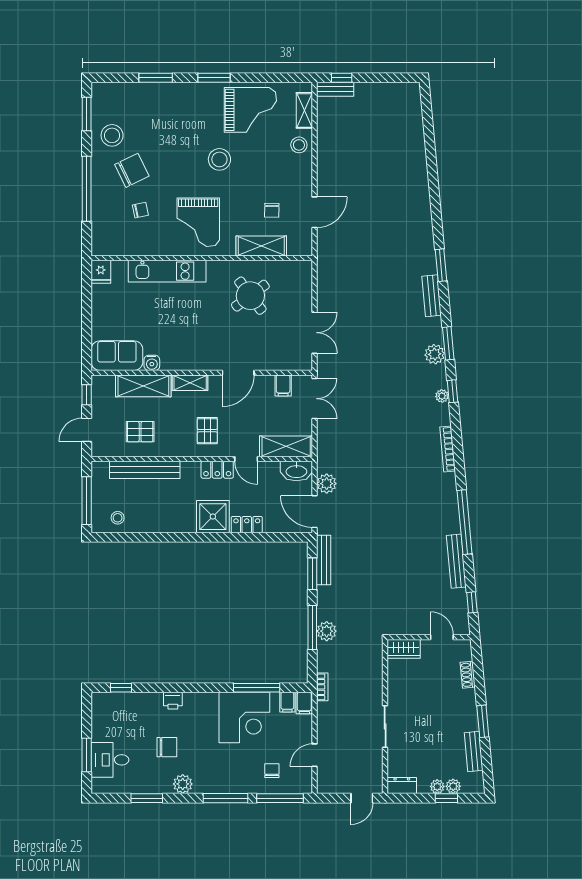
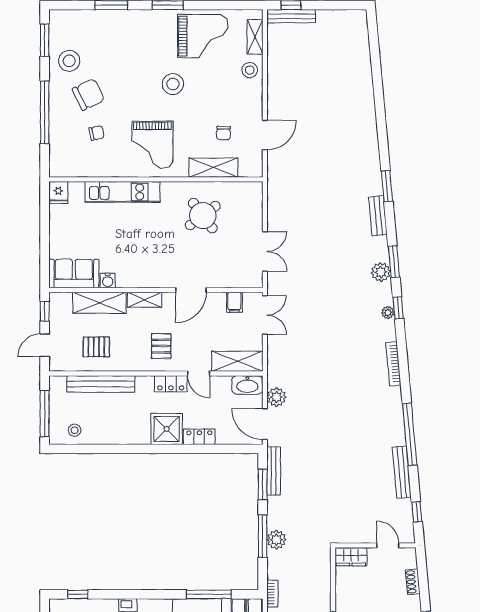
bench: (335, 89) -> (291, 16), width x1.36

